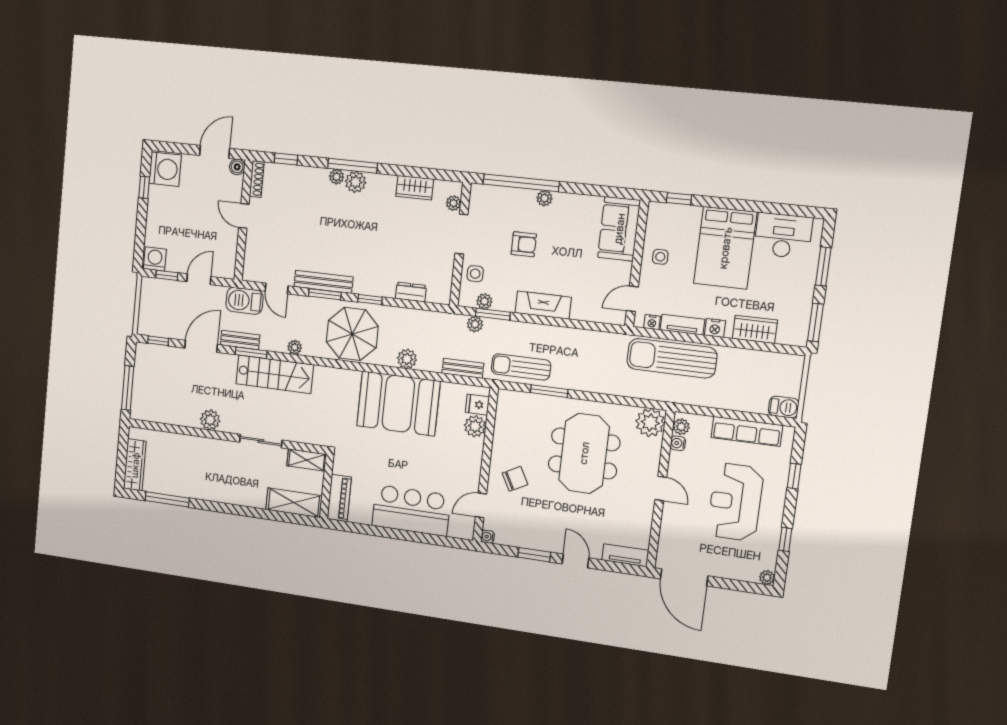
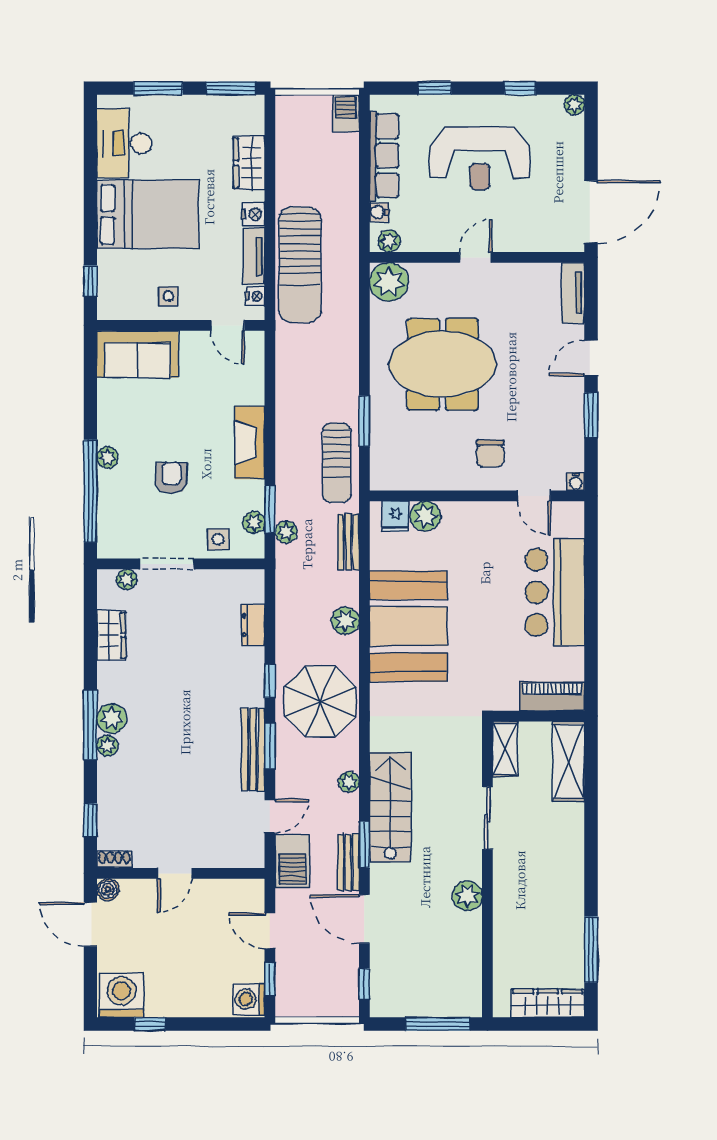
shoe rack: (257, 179) -> (114, 860), width x0.70
water cooler: (678, 443) -> (379, 212), moved, turned 90
chair: (515, 479) -> (490, 453), turned -152

